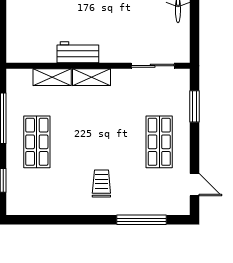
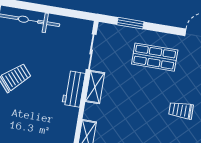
workbench: (78, 52) -> (74, 89), moved
shelving: (92, 77) -> (95, 87), moved

